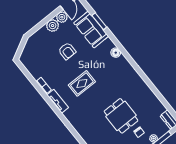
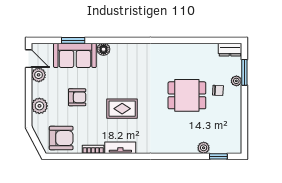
plant: (53, 26) -> (39, 106), moved
floor lamp: (116, 53) -> (104, 49), moved
armchair: (35, 61) -> (61, 138), added
rug: (82, 83) -> (122, 109), turned 90

